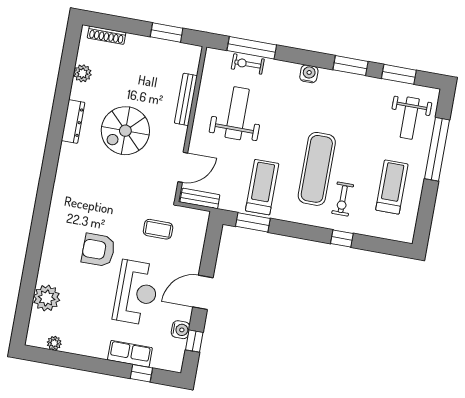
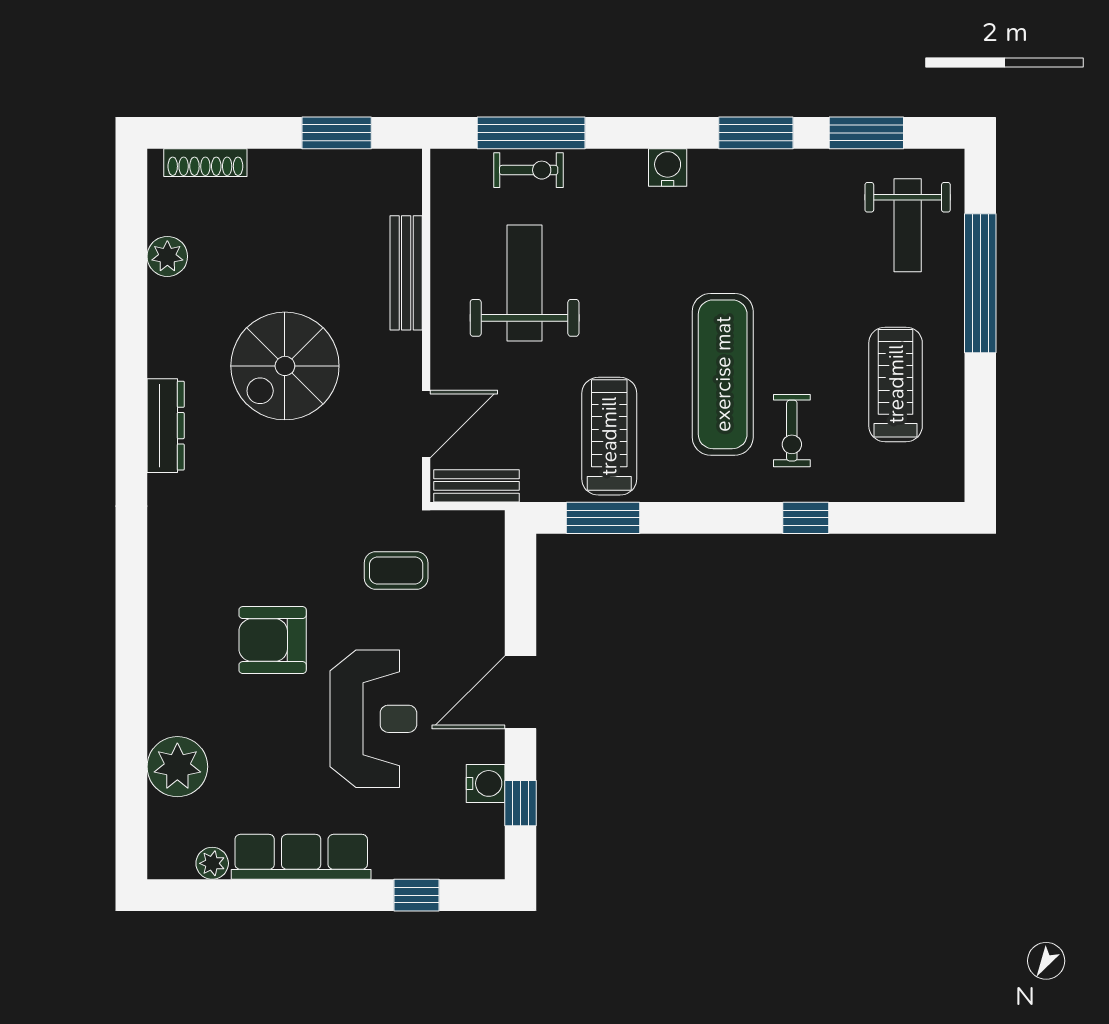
exercise bike: (248, 64) -> (529, 170), turned 180
dresser: (73, 122) -> (166, 426), moved
row of seats: (130, 354) -> (301, 857), moved, width x1.48

